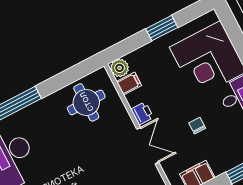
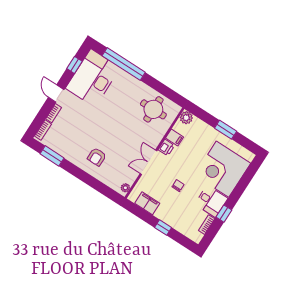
filing cabinet: (129, 83) -> (174, 137), moved
double door: (148, 146) -> (148, 162), swing flipped

